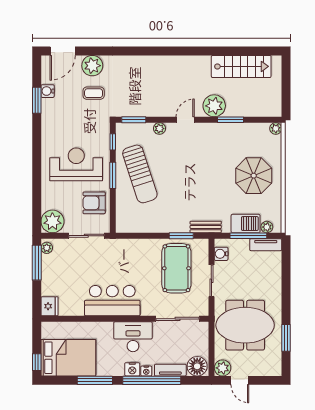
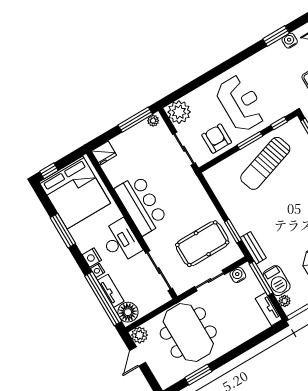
window: (248, 236) -> (261, 278), moved
bed: (68, 358) -> (75, 193), width x1.36
window: (152, 380) -> (103, 299), moved

